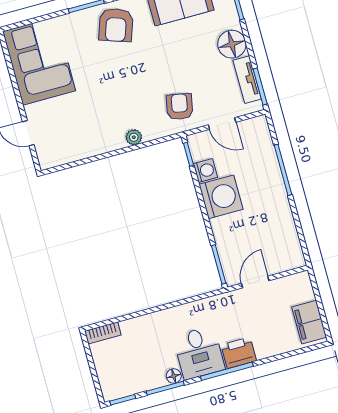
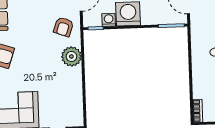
armchair: (179, 107) -> (64, 27), turned -81
plant: (134, 137) -> (71, 56), width x1.87, depth x1.87

